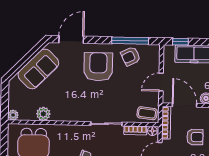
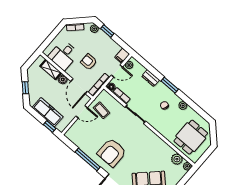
window: (130, 41) -> (88, 159), moved
armchair: (131, 56) -> (87, 143), removed
coffee table: (147, 113) -> (101, 110), moved
plant: (43, 114) -> (177, 159), moved

